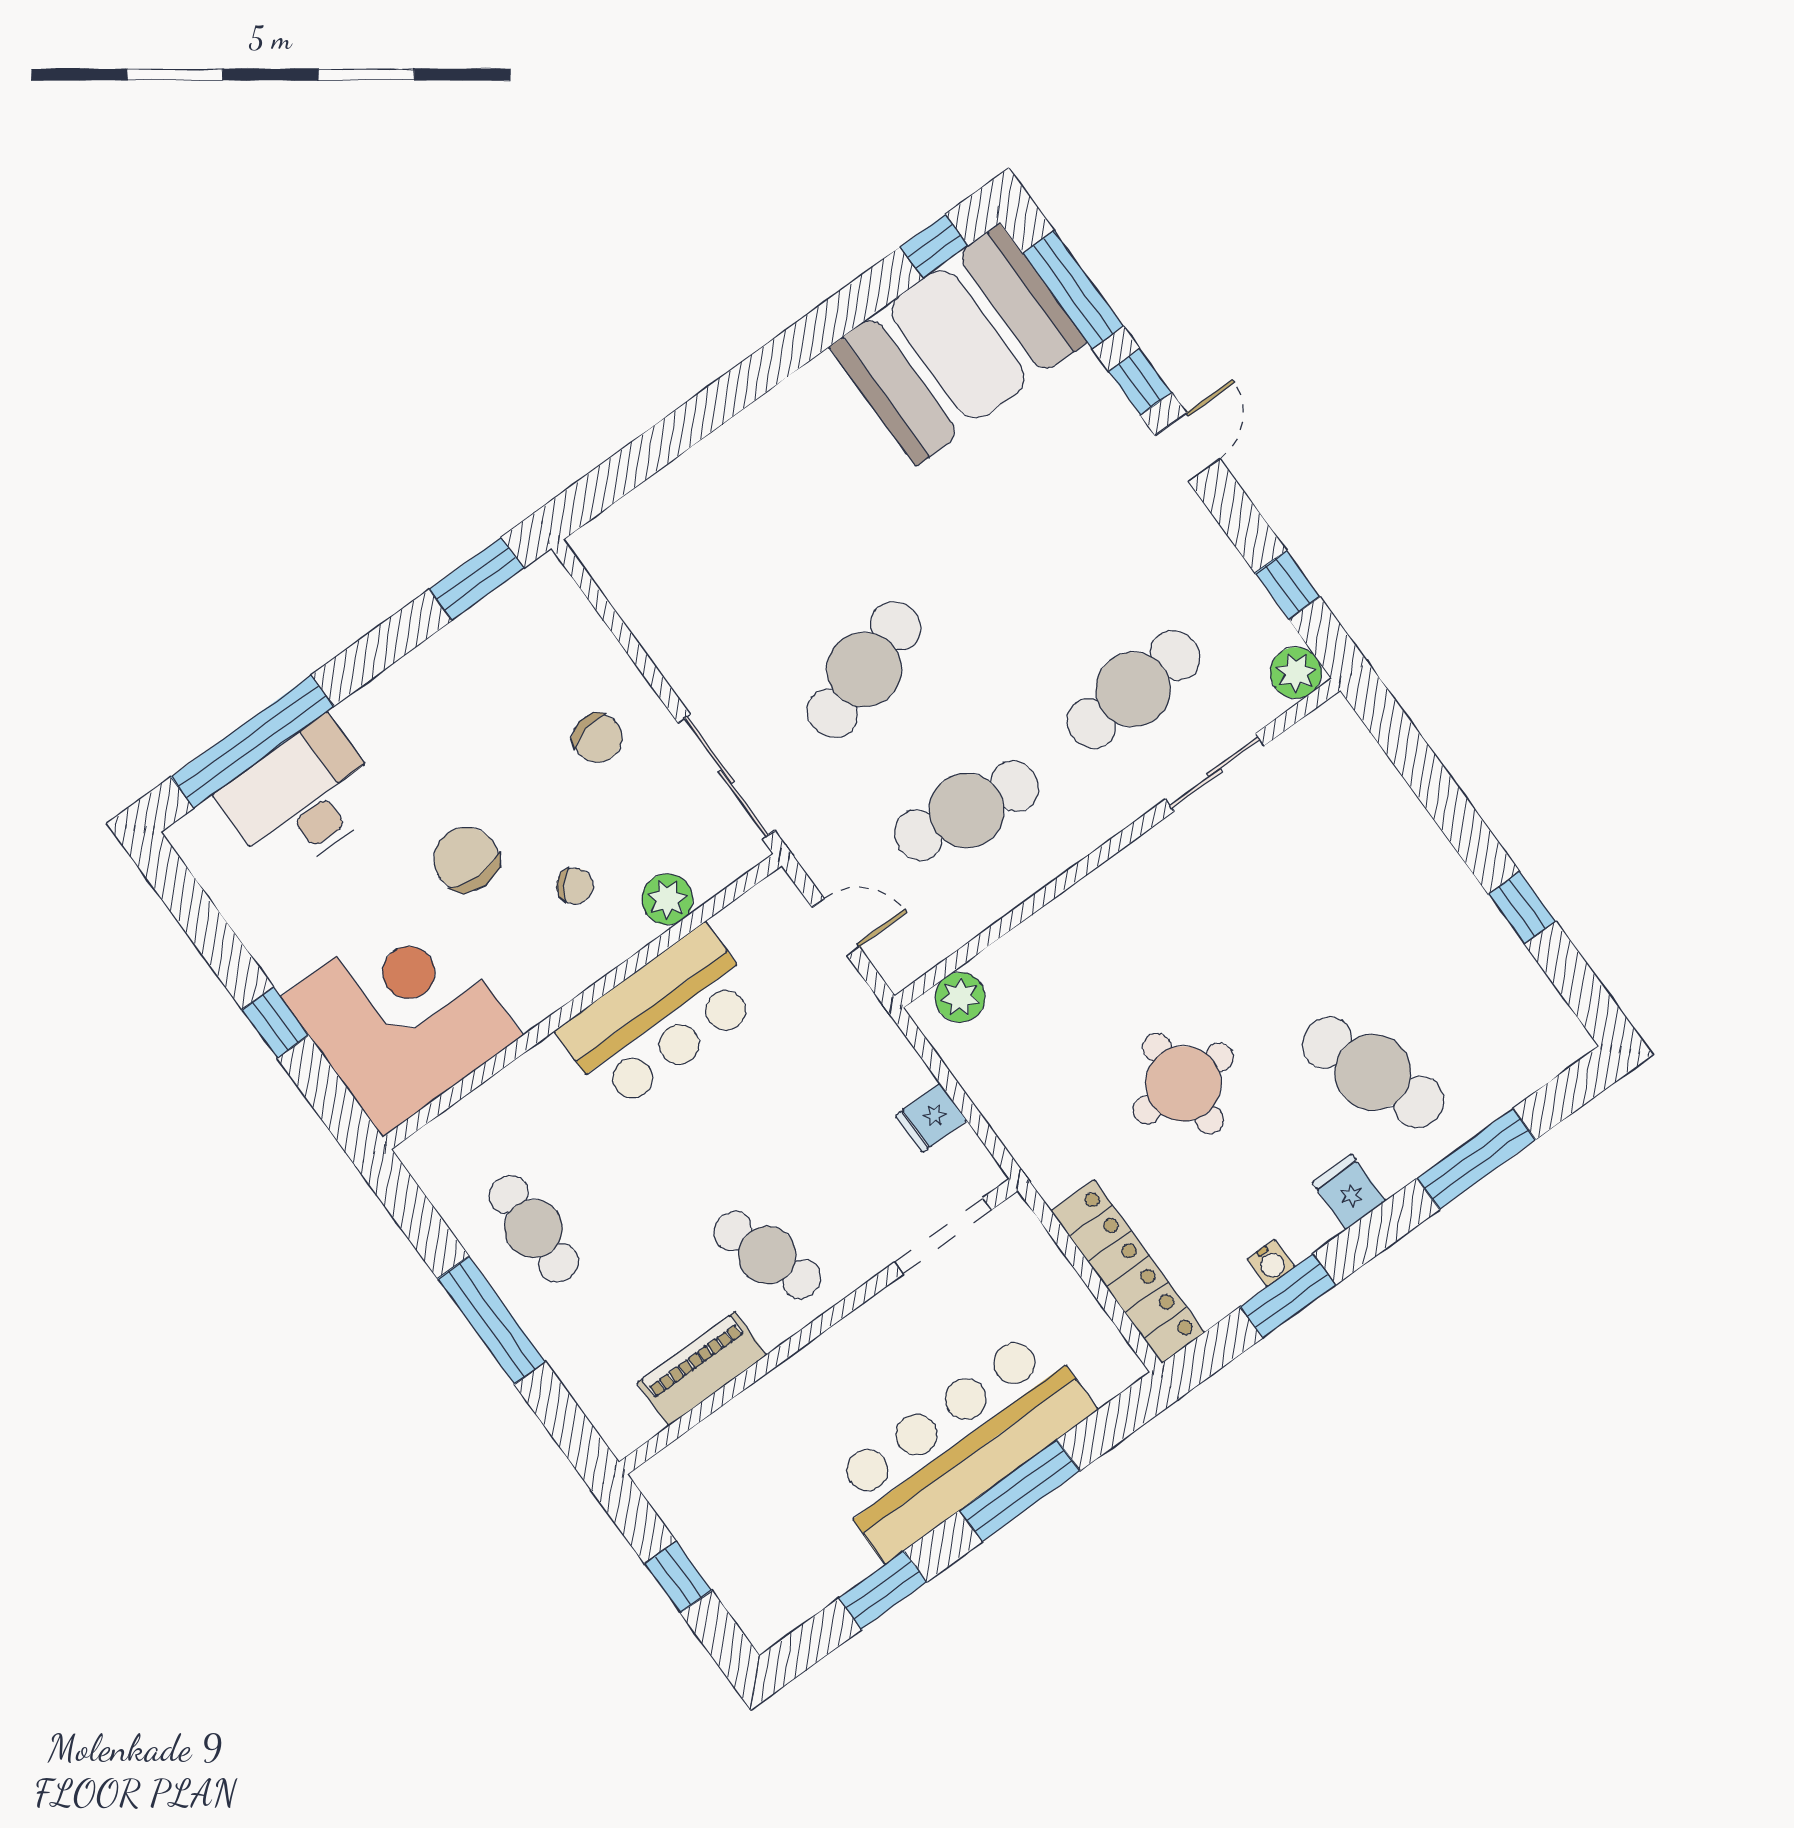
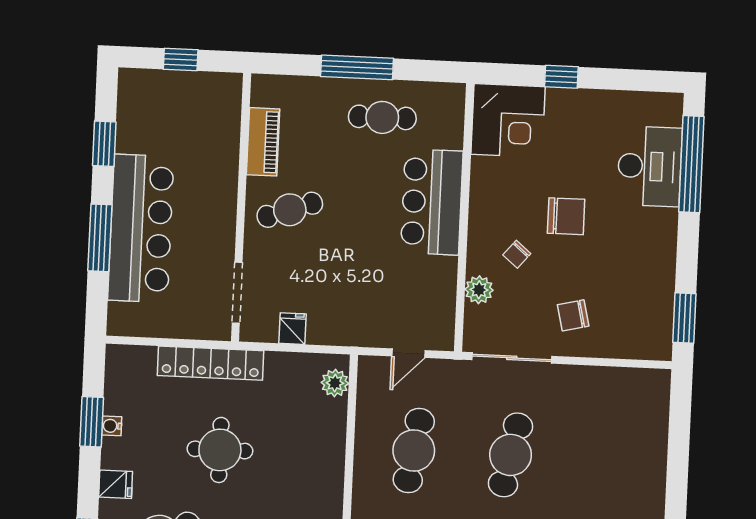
cafe table: (864, 670) -> (511, 455), turned 30
corner desk: (402, 1016) -> (508, 121), width x0.74, depth x0.74
bar counter: (660, 1018) -> (432, 202), moved
locker: (1128, 1271) -> (211, 363), moved

